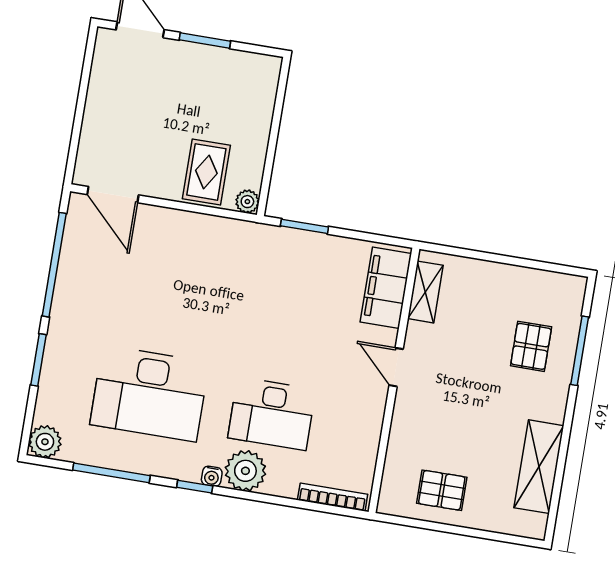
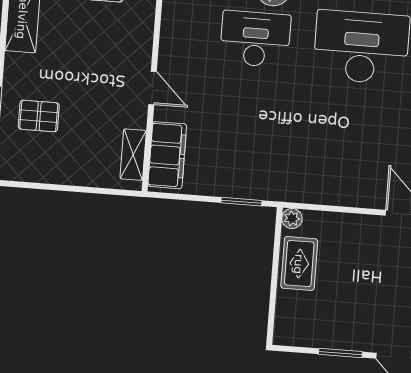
rug: (206, 172) -> (299, 264), moved
pallet: (531, 346) -> (39, 116), turned 90

